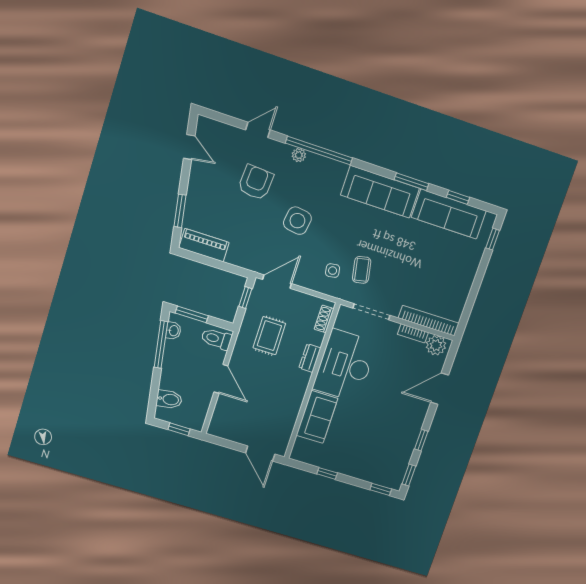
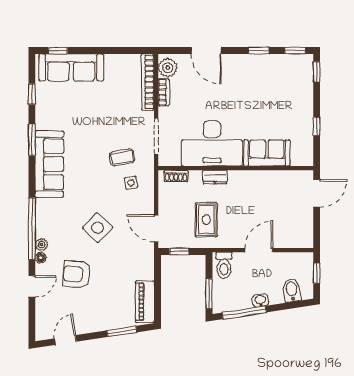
door: (258, 130) -> (32, 286), swing flipped
floor lamp: (285, 150) -> (41, 258), added
sofa: (449, 214) -> (71, 67), moved, turned 90
side table: (297, 221) -> (98, 228), turned 34
washbasin: (173, 331) -> (260, 300), moved
rug: (269, 336) -> (206, 220), turned 90

